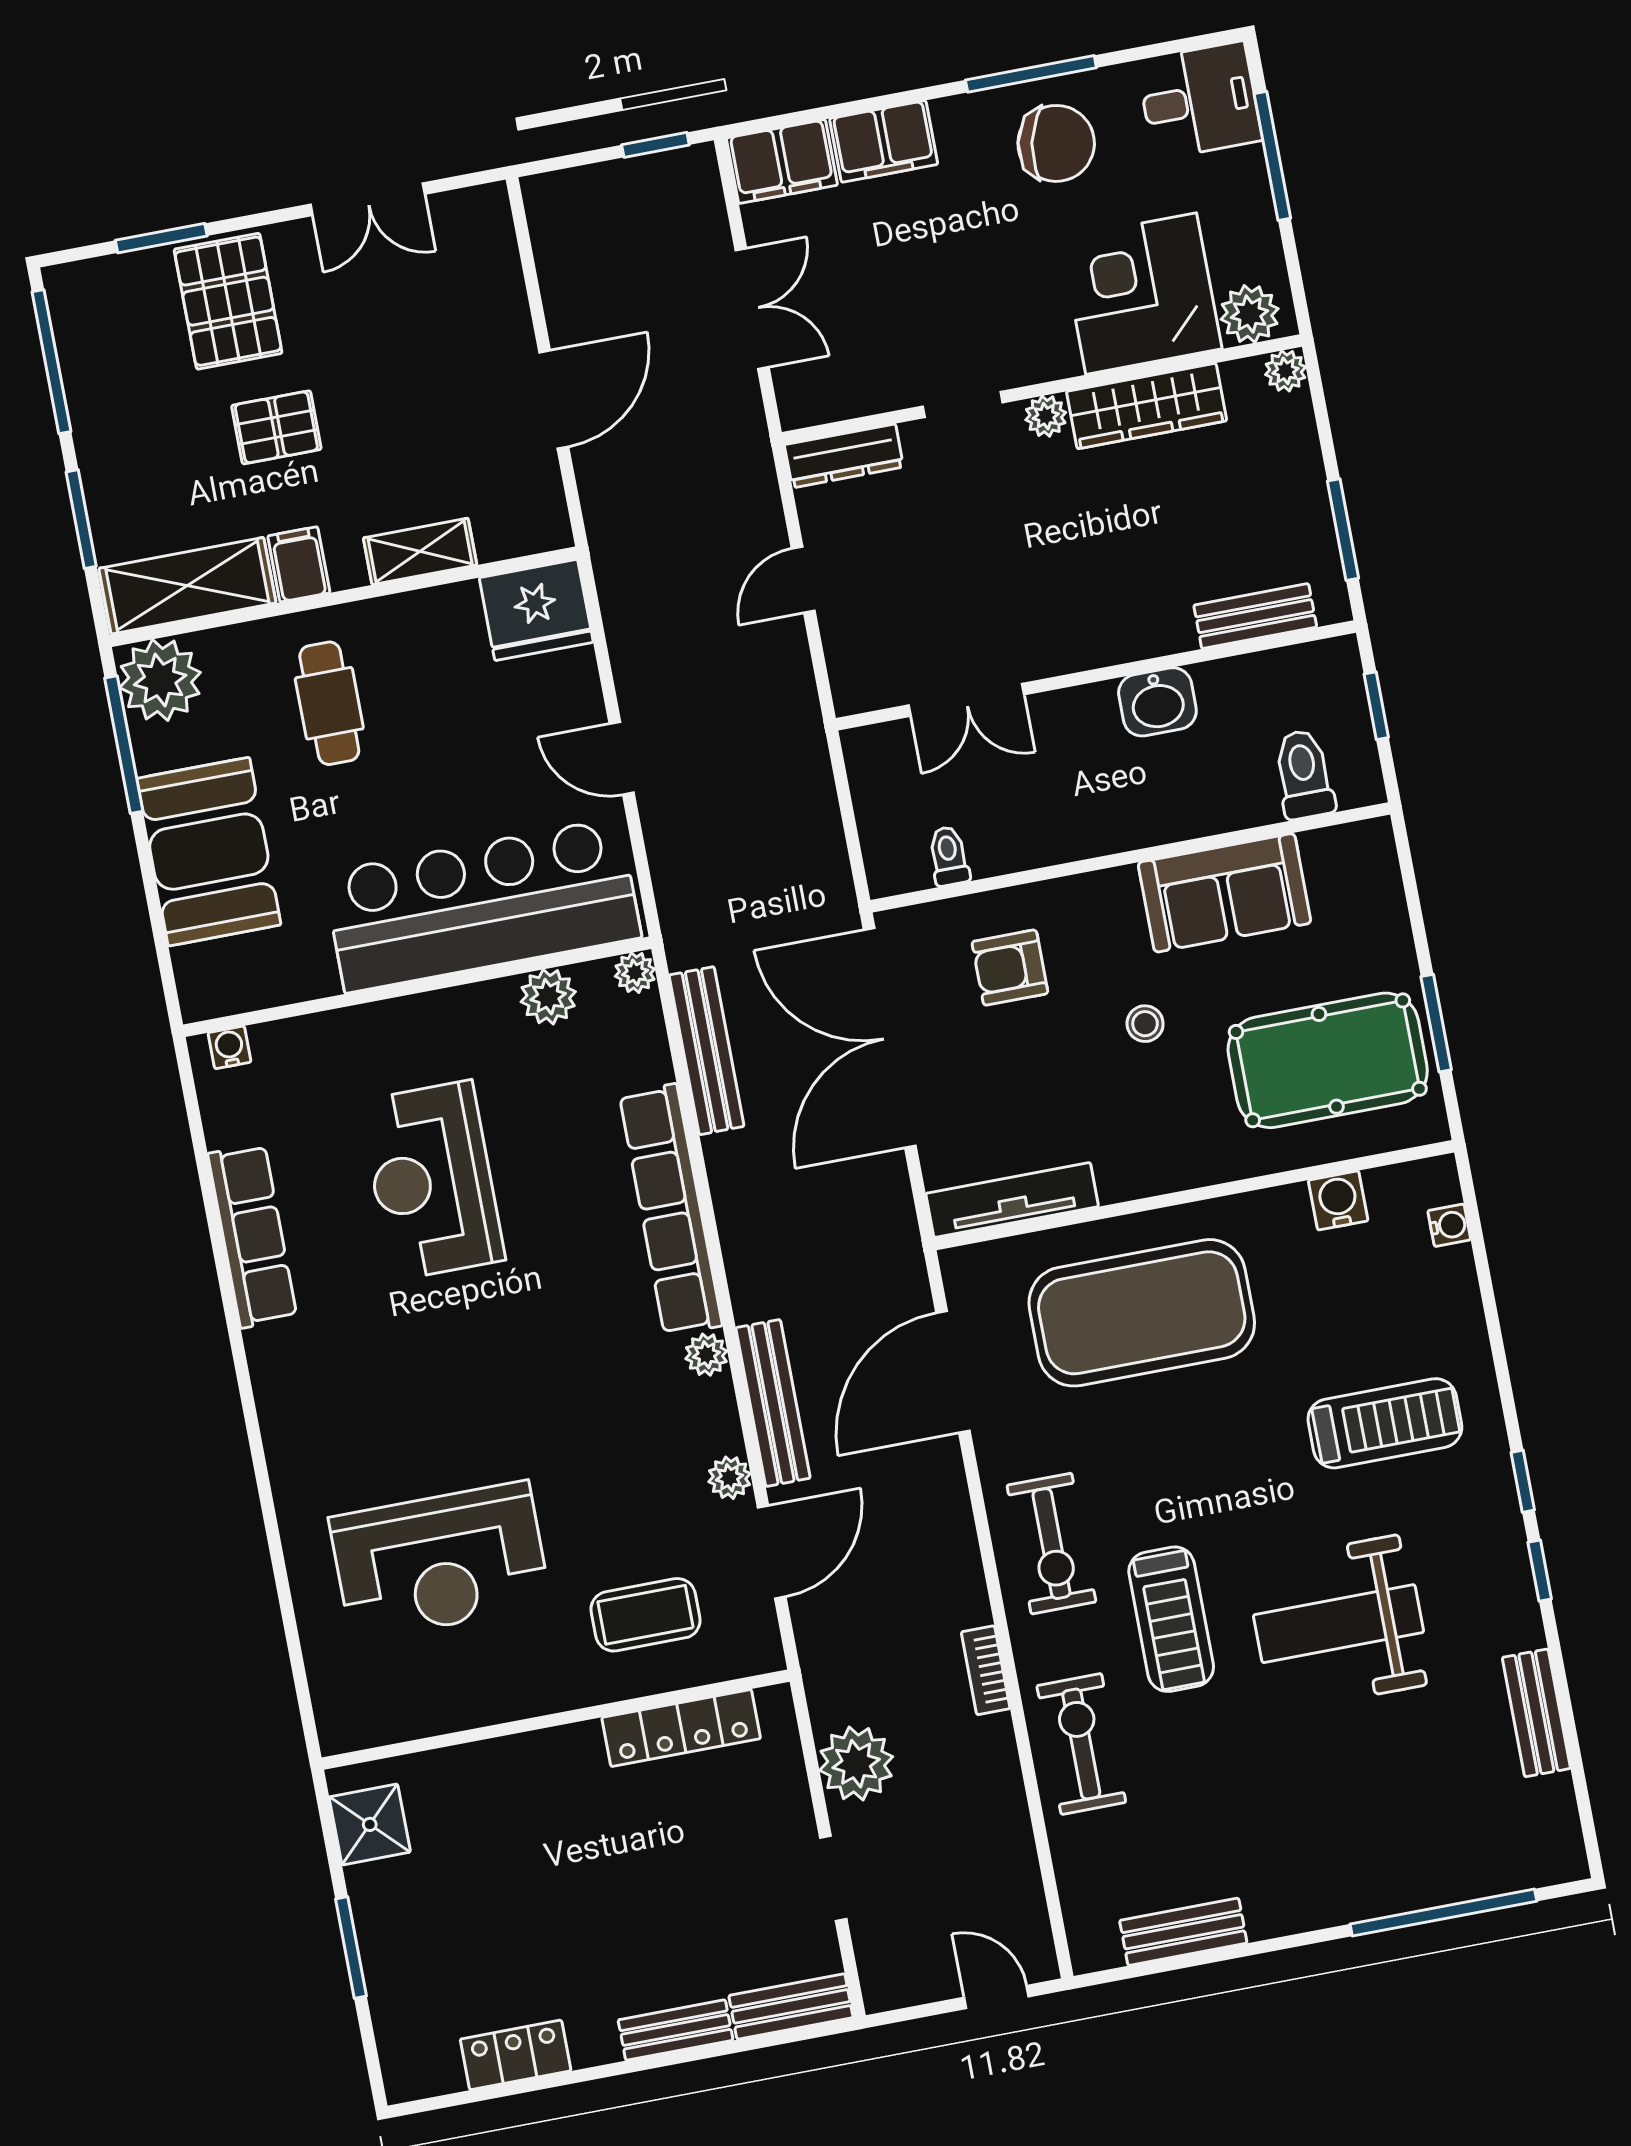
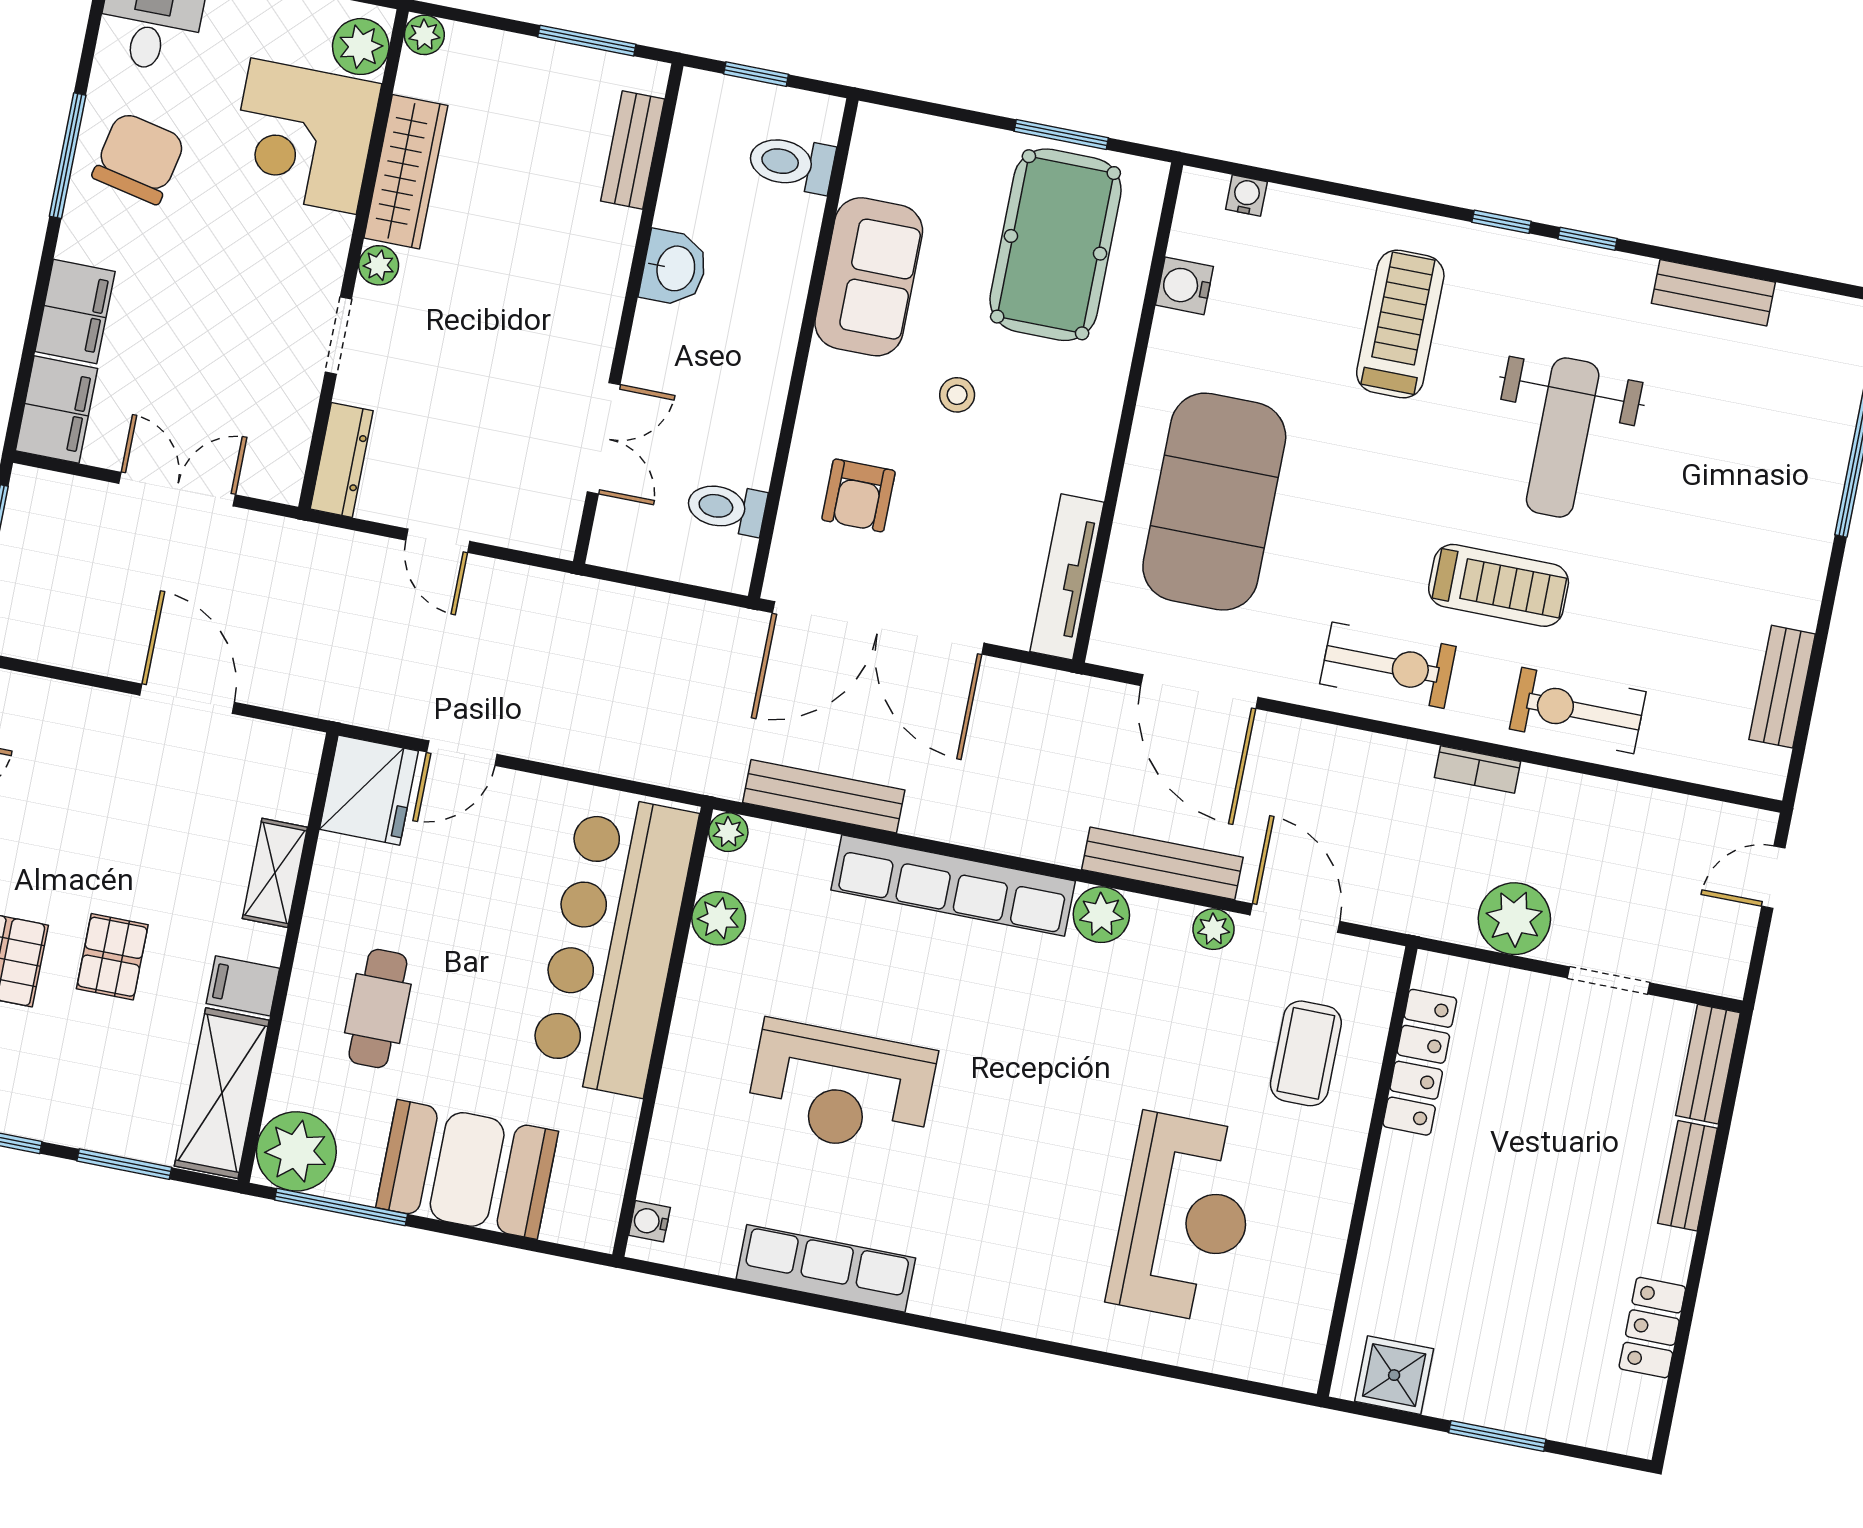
cafe table: (329, 703) -> (378, 1009), turned 90
door: (622, 758) -> (462, 753), moved
toilet: (949, 856) -> (726, 508), width x1.37, depth x1.39
plant: (706, 1355) -> (1101, 915), width x1.38, depth x1.38

